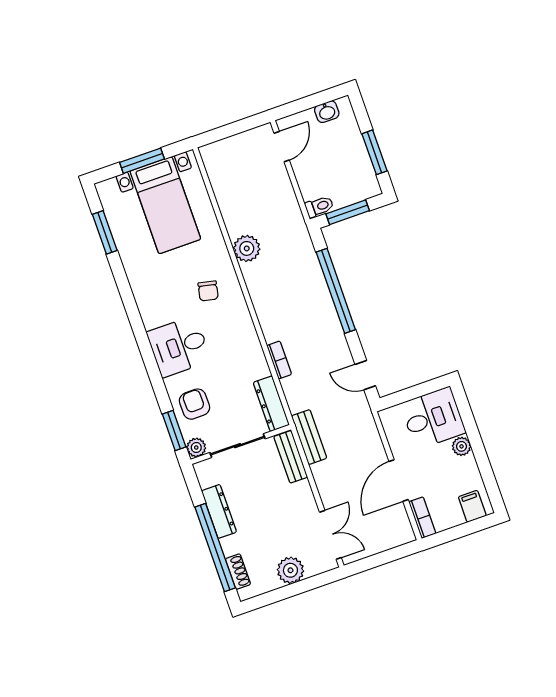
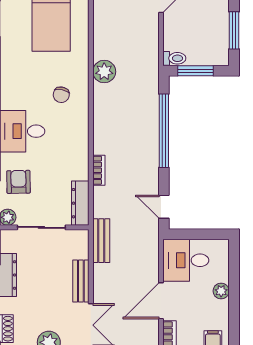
desk: (433, 418) -> (186, 260), moved, turned 180
bench: (291, 457) -> (81, 281), moved

